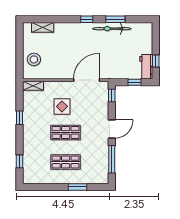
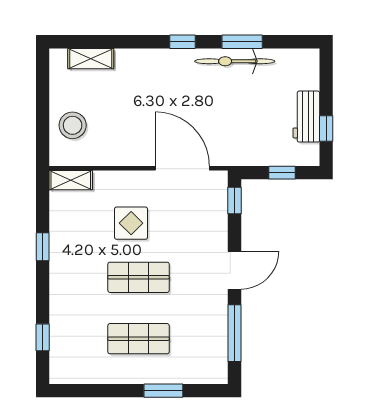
workbench: (146, 67) -> (306, 117), moved
door: (87, 80) -> (182, 168), hinge flipped

